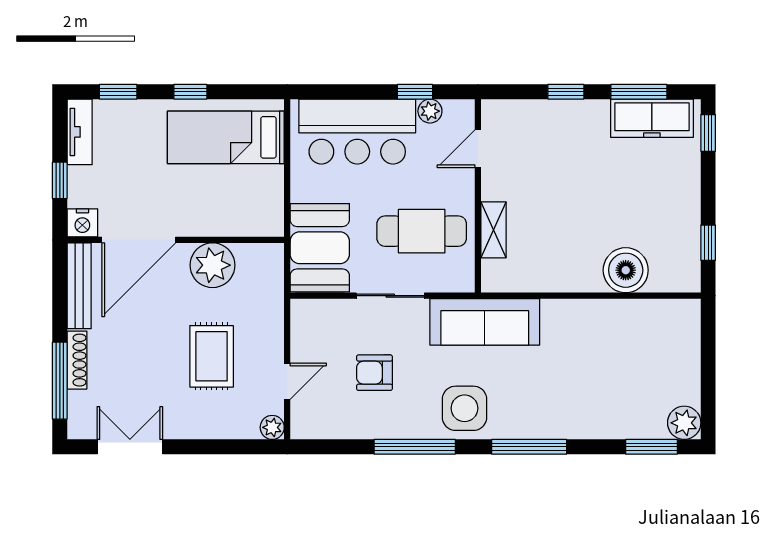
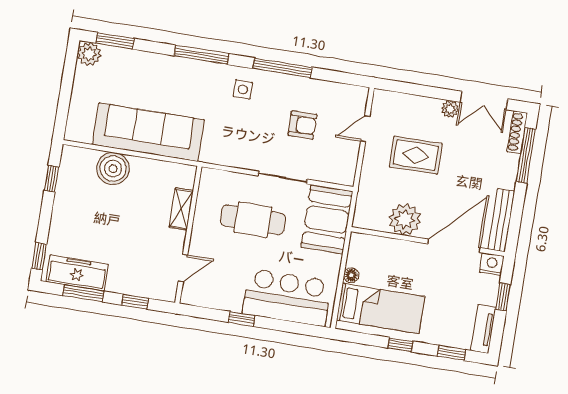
plant: (430, 111) -> (233, 304), removed
door: (478, 149) -> (183, 268), moved
floor lamp: (274, 176) -> (351, 275), added
wall: (478, 196) -> (188, 235), moved
shelving: (493, 230) -> (181, 209), moved
sofa: (485, 322) -> (148, 132), moved, width x1.36, depth x1.27
rug: (212, 356) -> (416, 155), turned 90
shoe rack: (77, 360) -> (517, 132), moved
side table: (465, 408) -> (243, 89), width x0.54, depth x0.54
plant: (272, 427) -> (450, 109), moved

